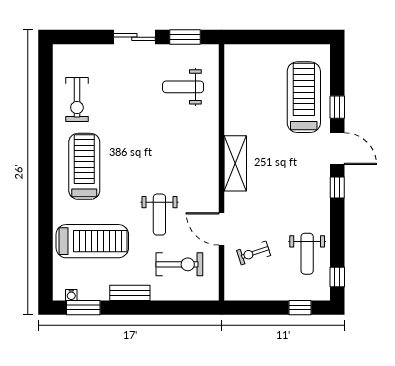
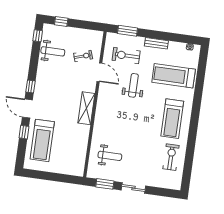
weight bench: (307, 254) -> (53, 51), turned 90
window: (83, 308) -> (127, 31), moved

